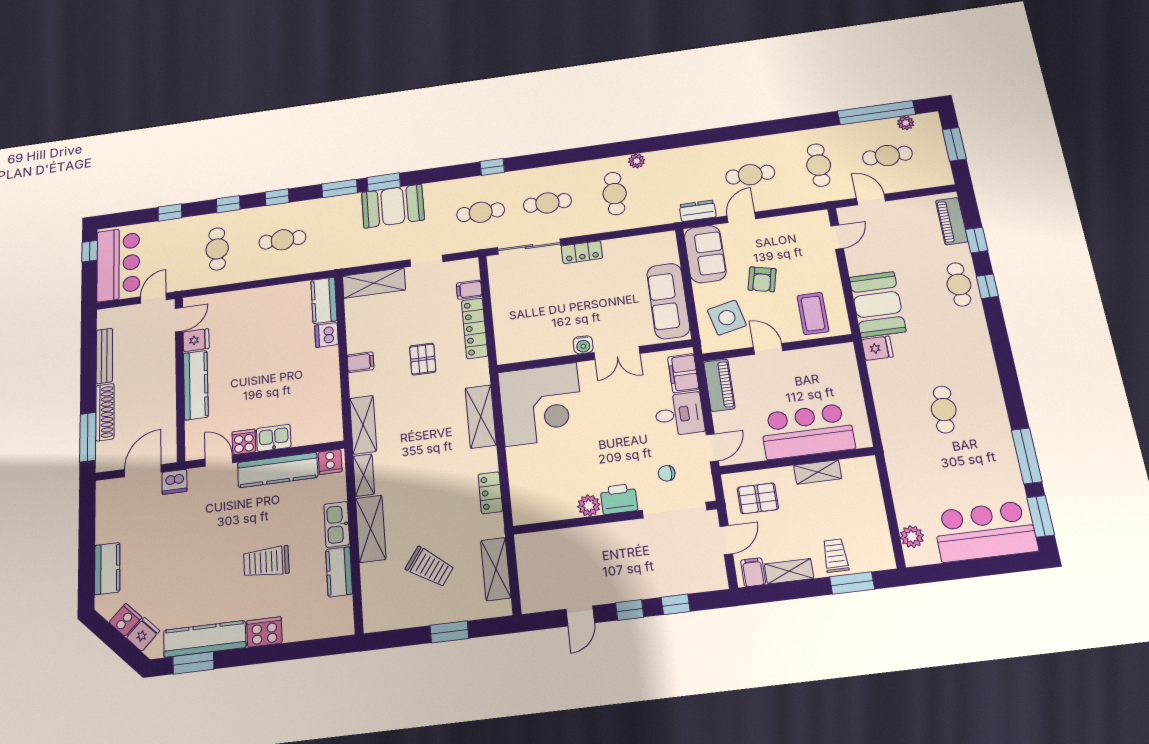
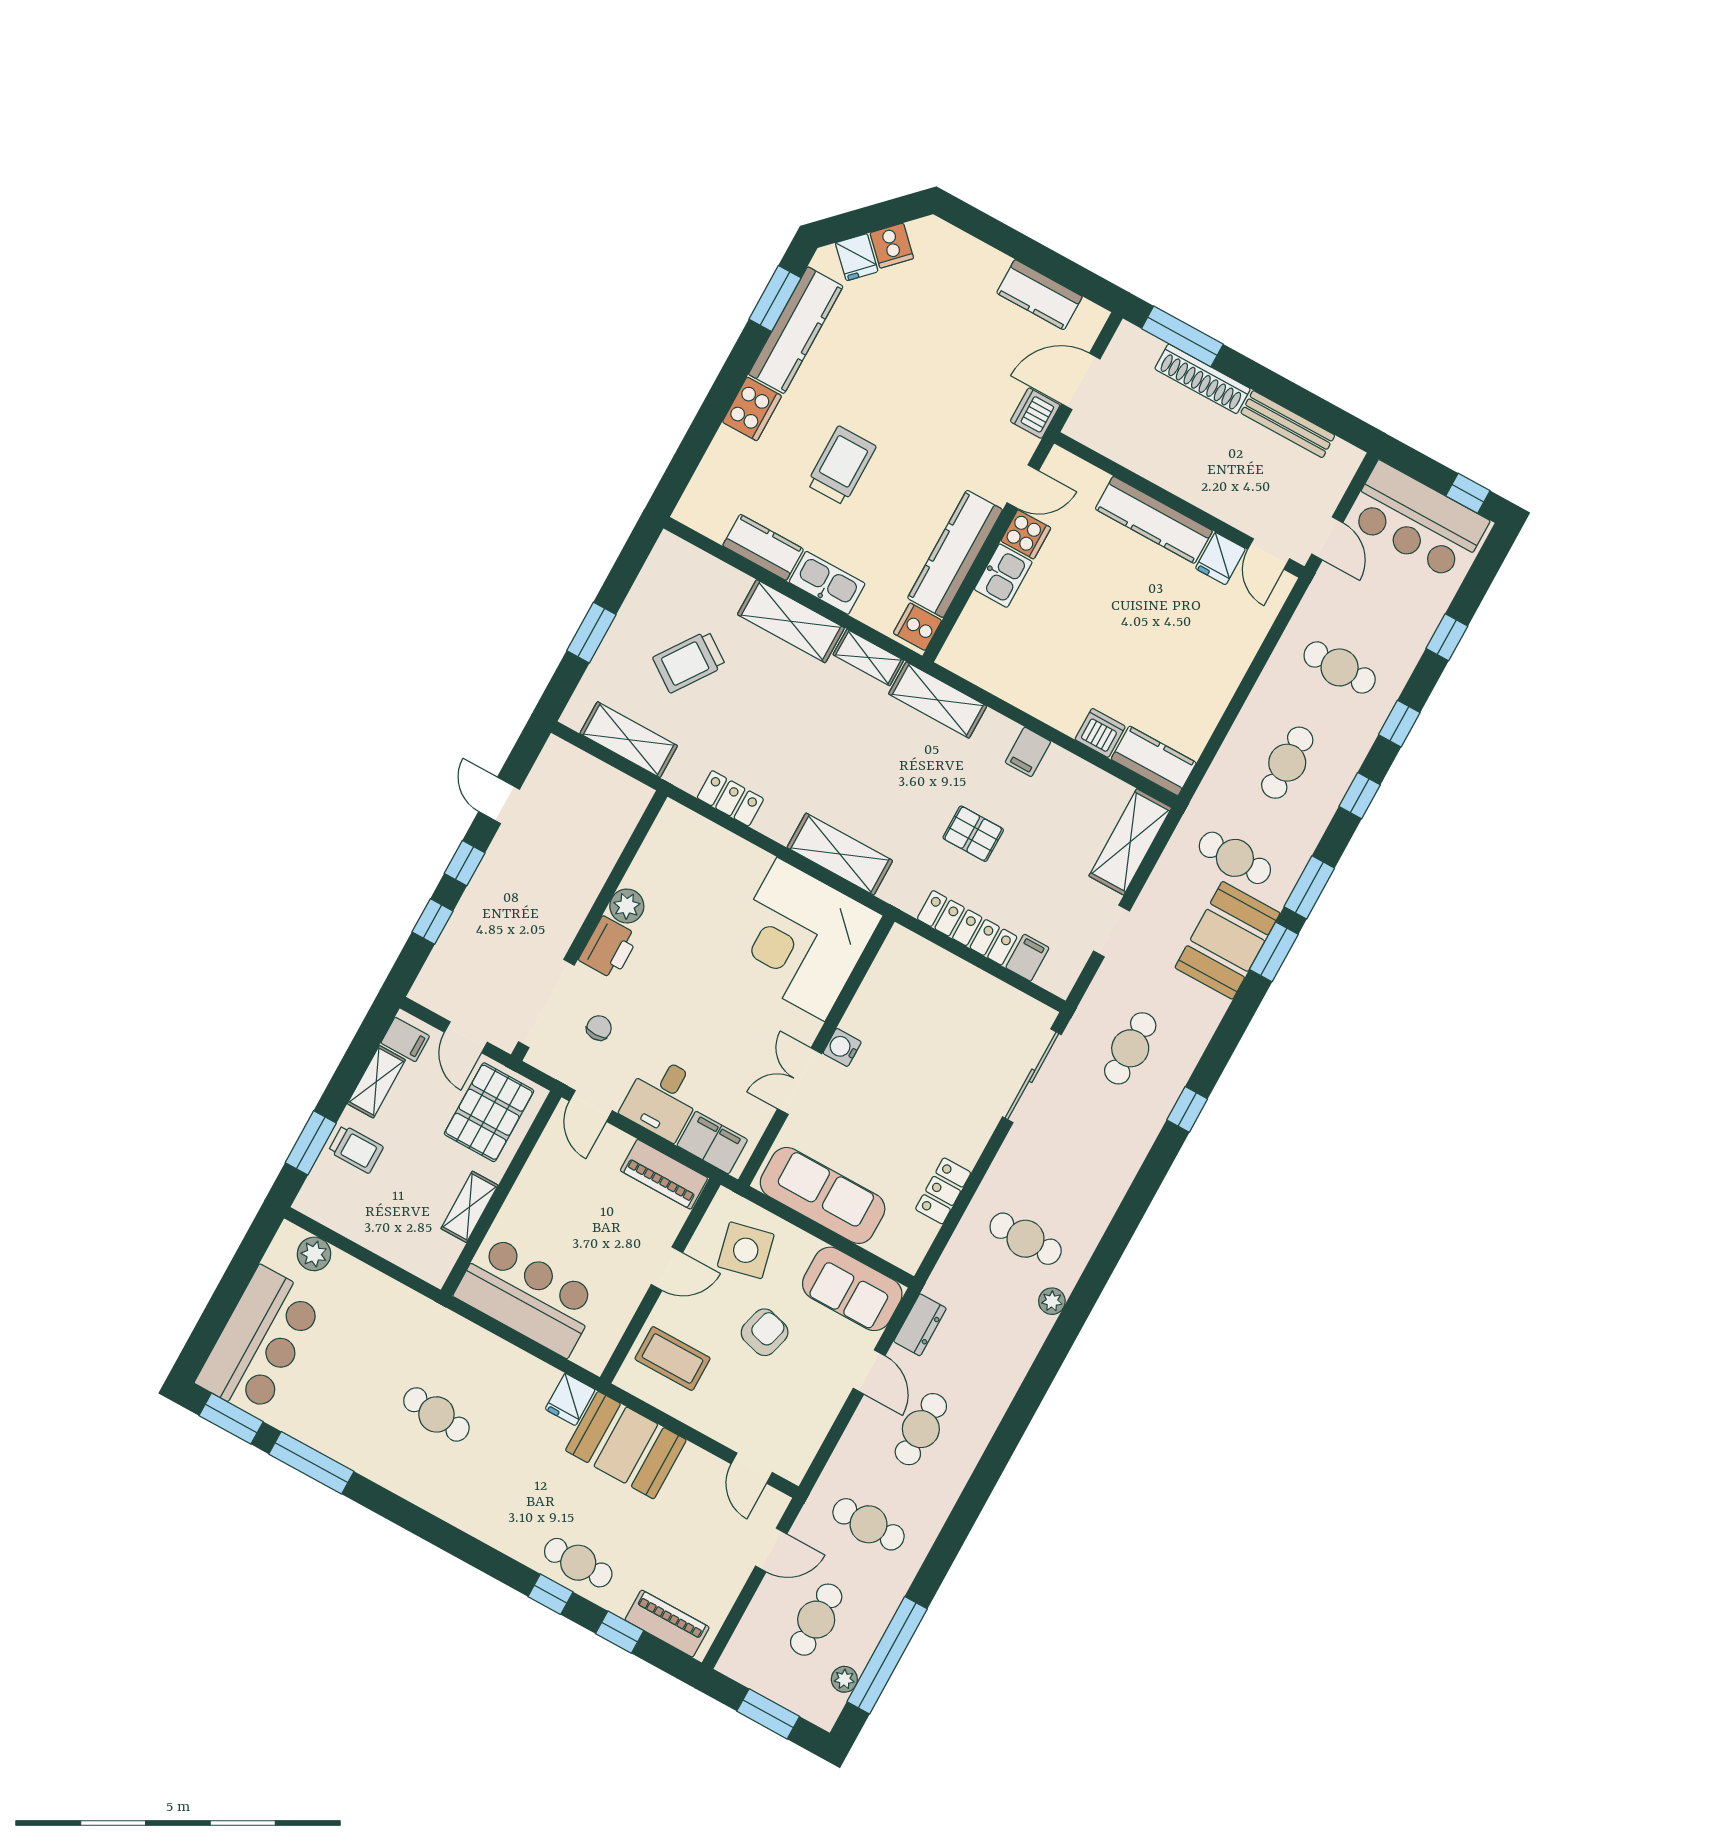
cafe table: (547, 203) -> (1235, 858), moved, turned 90
locker: (582, 252) -> (943, 1191), moved
armchair: (762, 279) -> (765, 1332), turned 92
bar counter: (807, 431) -> (527, 1296), moved, turned -90
door: (143, 471) -> (1081, 381), swing flipped
pallet: (758, 498) -> (489, 1112), width x1.50, depth x1.42
kitchen counter: (107, 569) -> (1039, 295), moved

